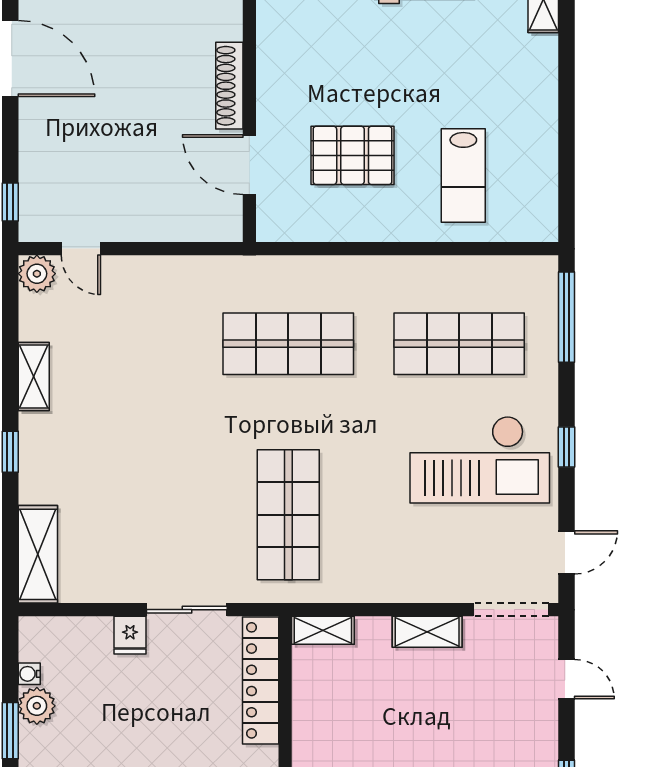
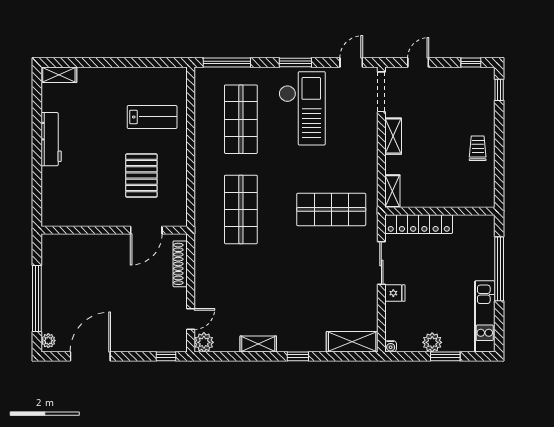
shoe rack: (229, 86) -> (180, 264), moved, turned 90
window: (566, 447) -> (295, 63), width x1.50
door: (566, 552) -> (351, 63), hinge flipped
water cooler: (29, 674) -> (391, 346), moved

